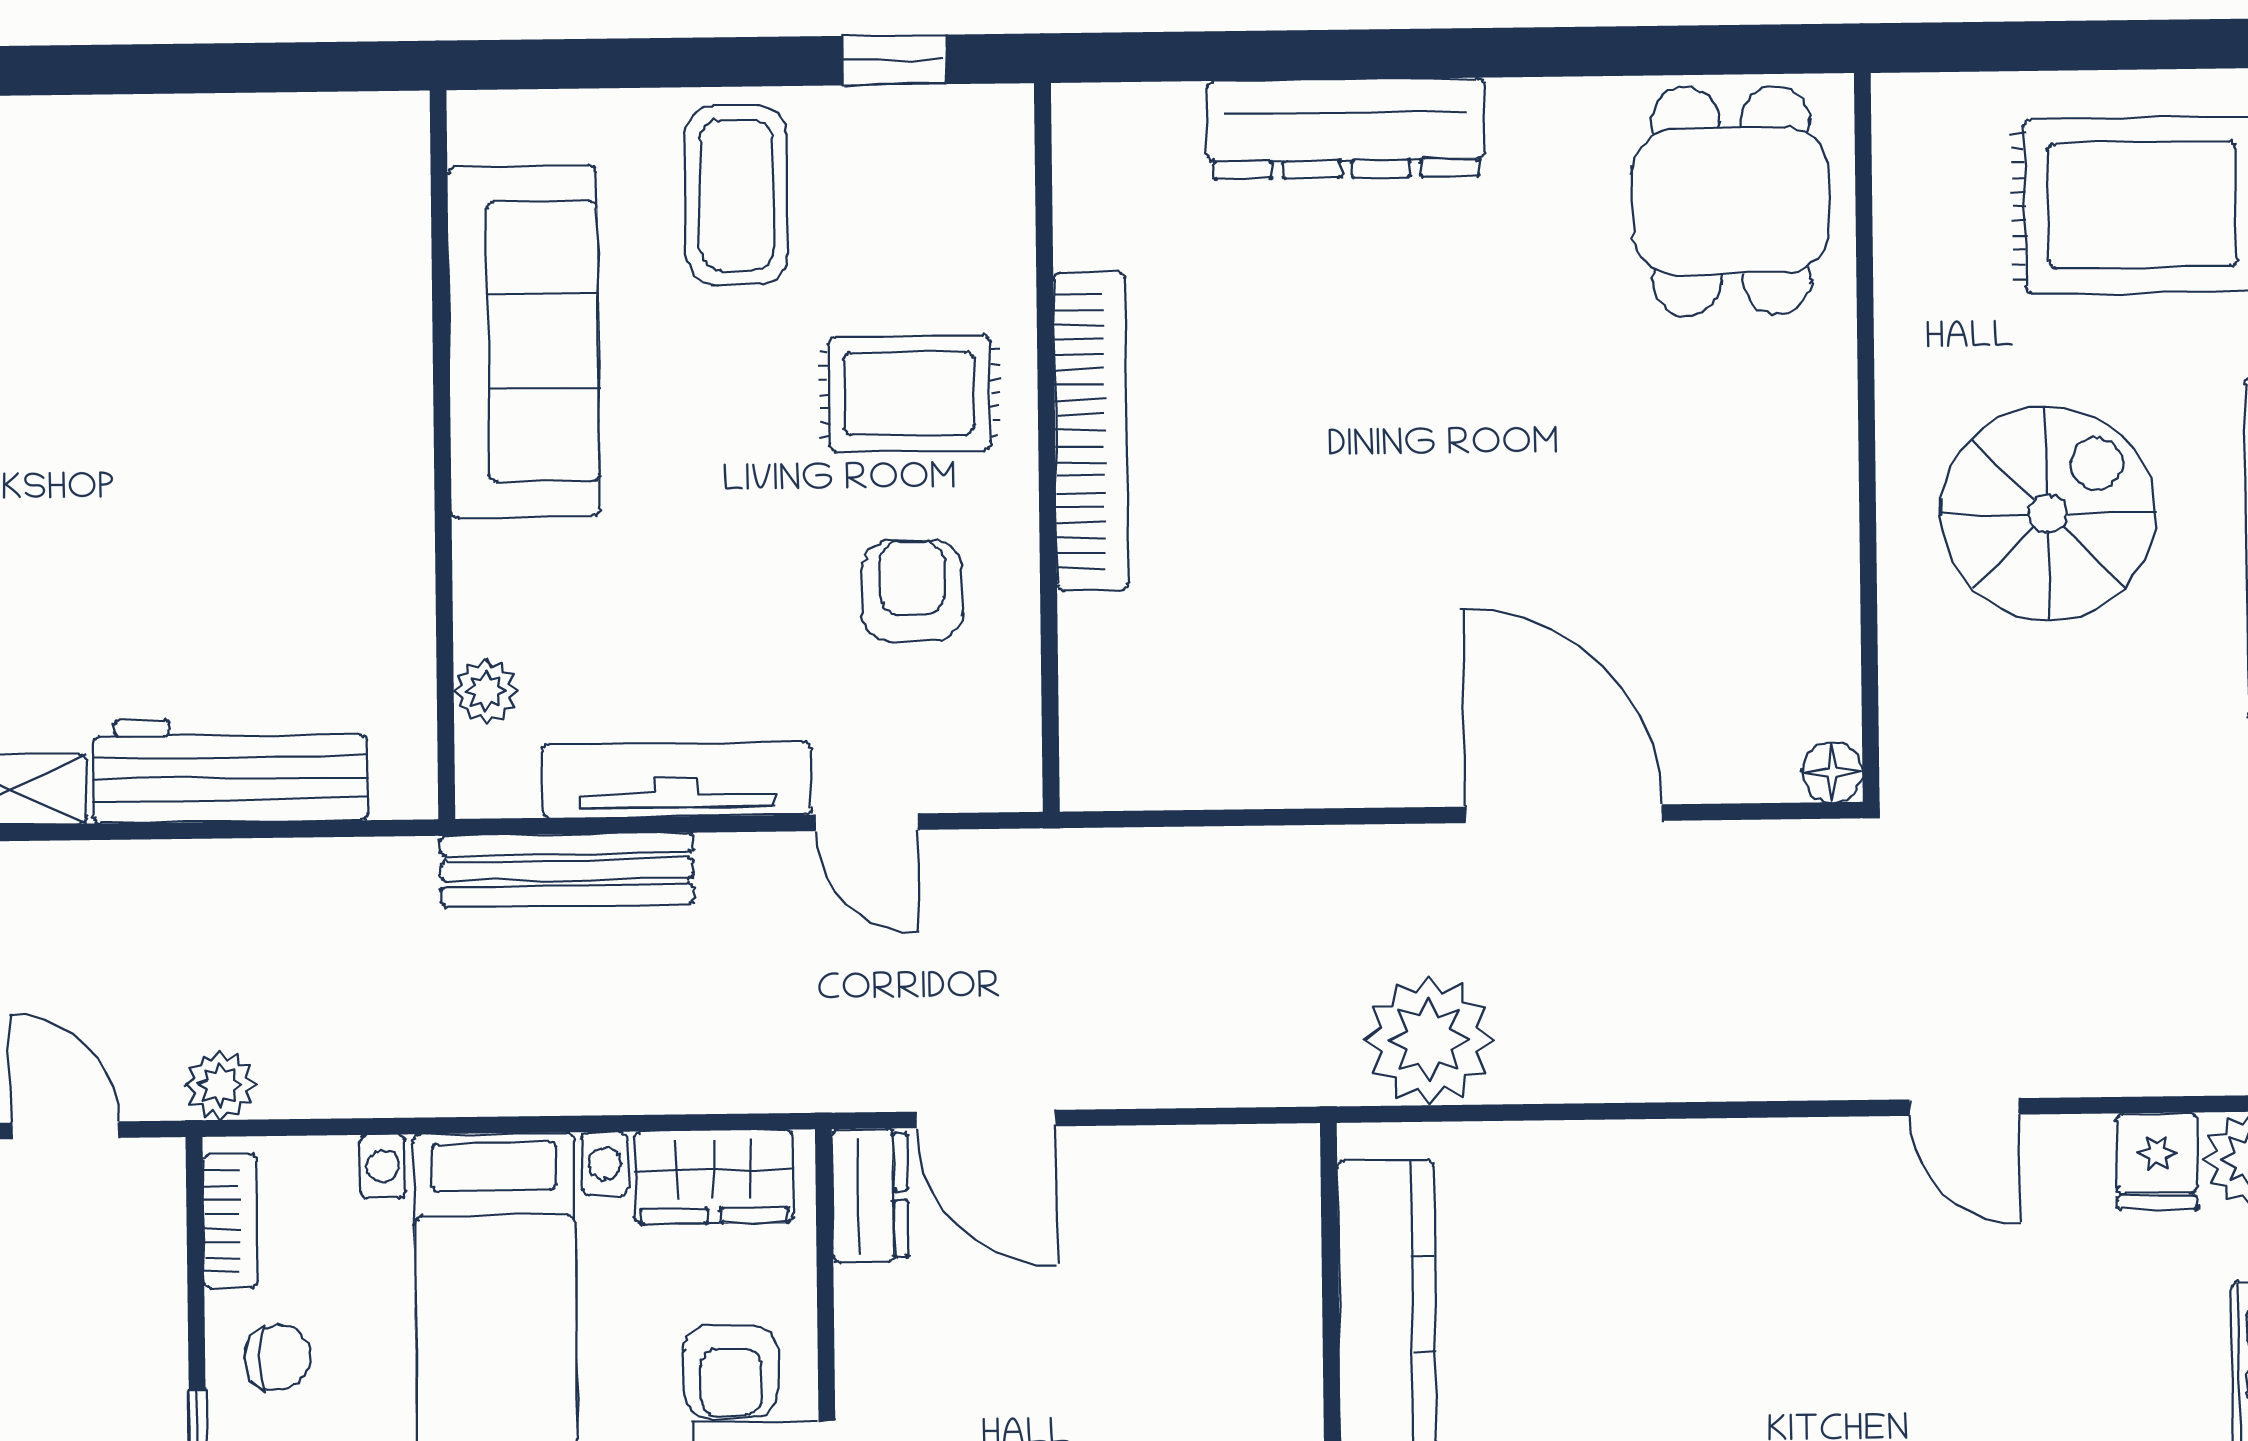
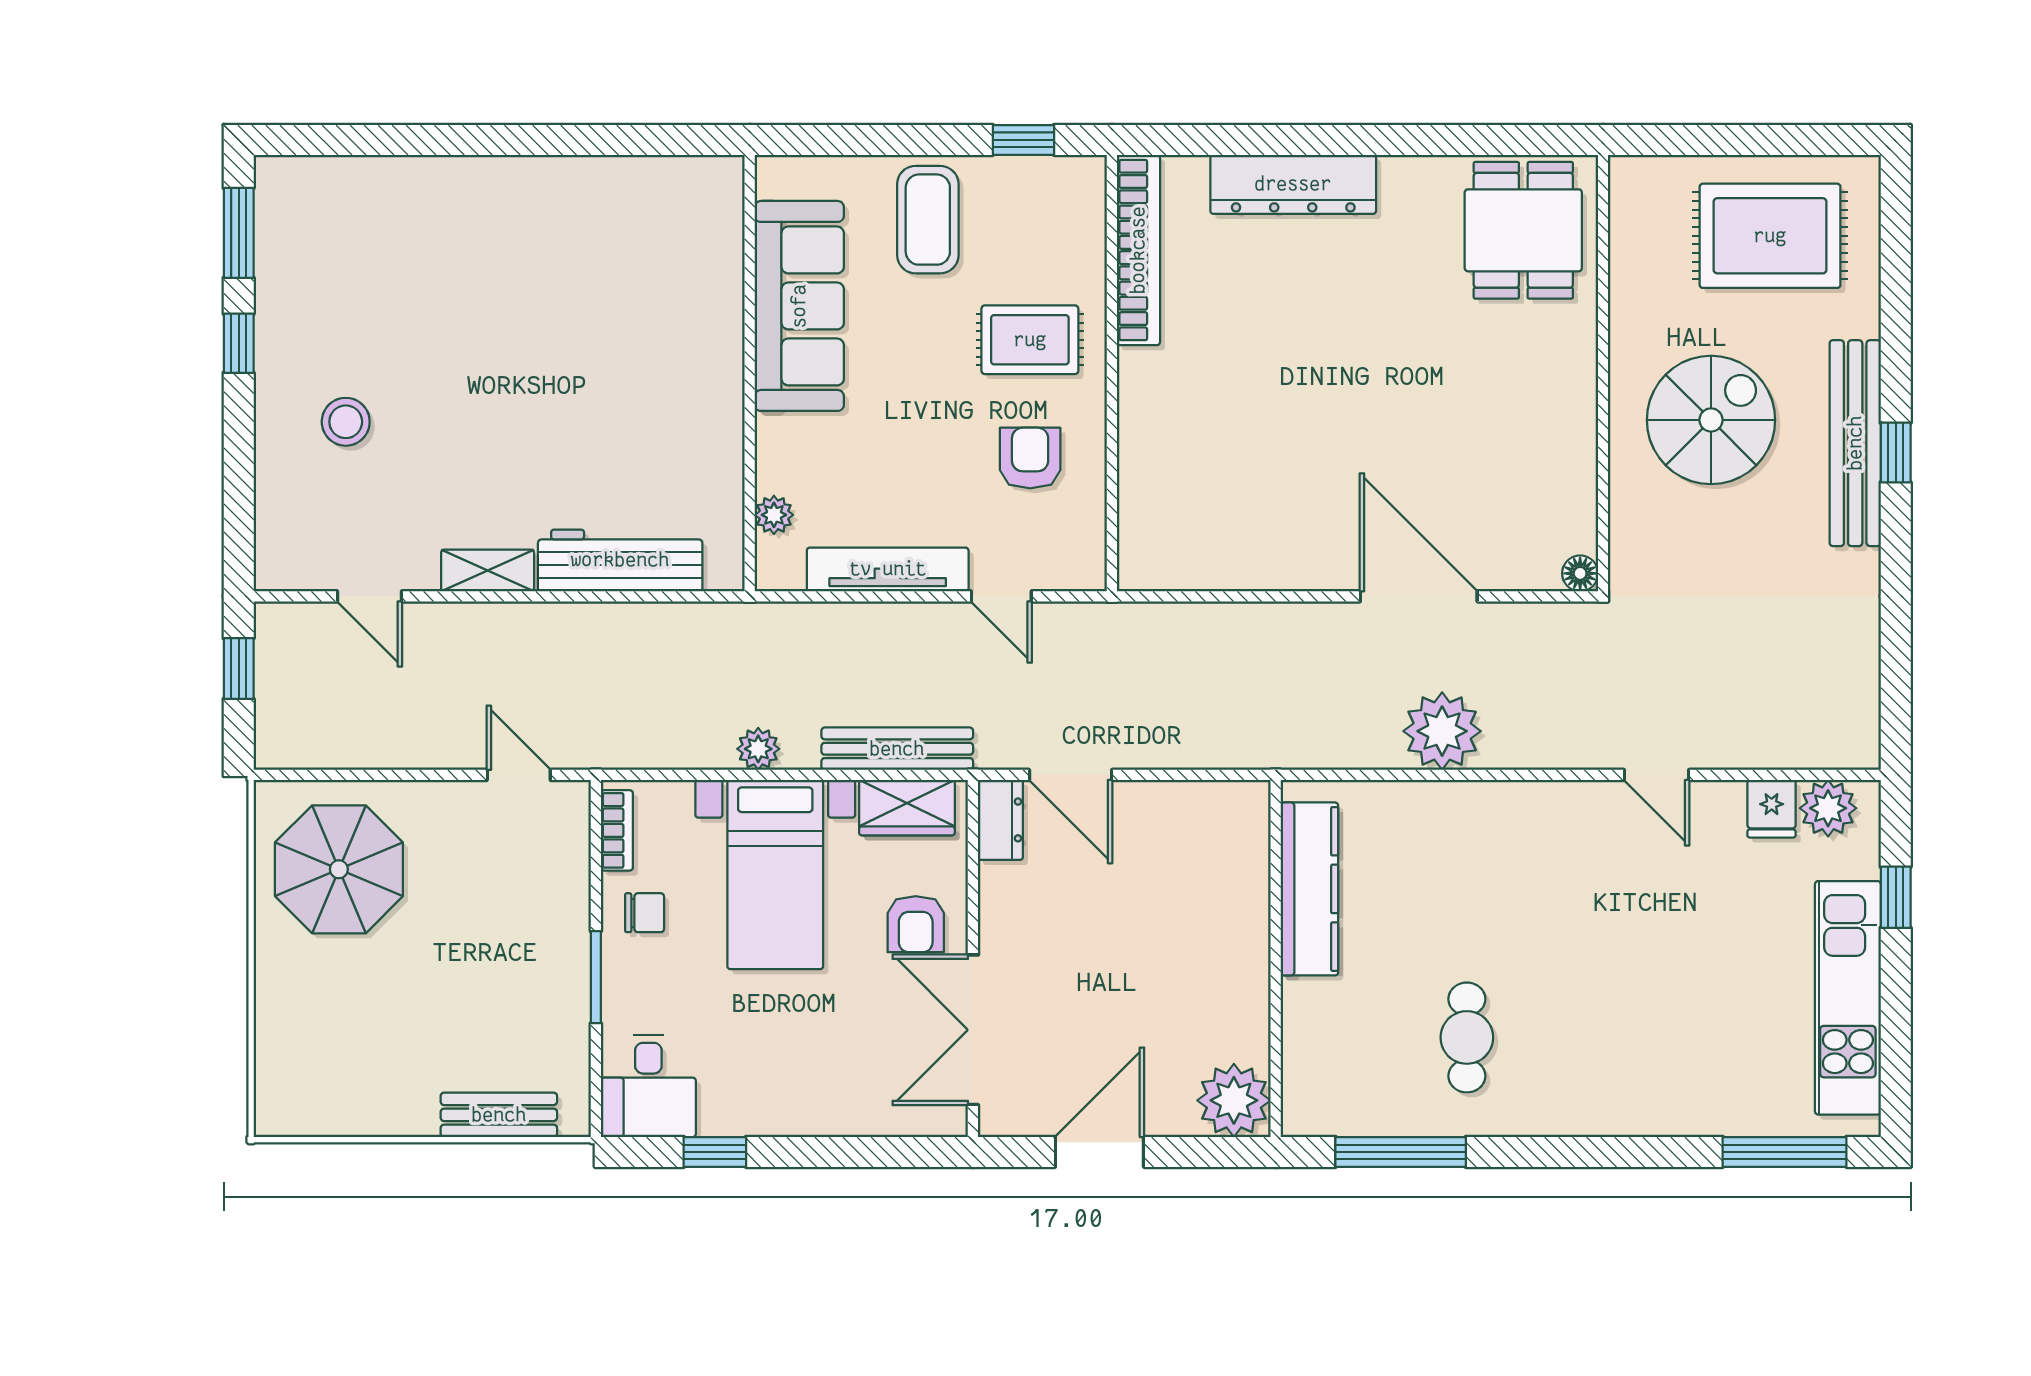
bookcase: (1091, 431) -> (1138, 250), moved
bench: (567, 870) -> (897, 749), moved
plant: (1429, 1040) -> (1442, 731), moved
plant: (220, 1085) -> (758, 749), moved

